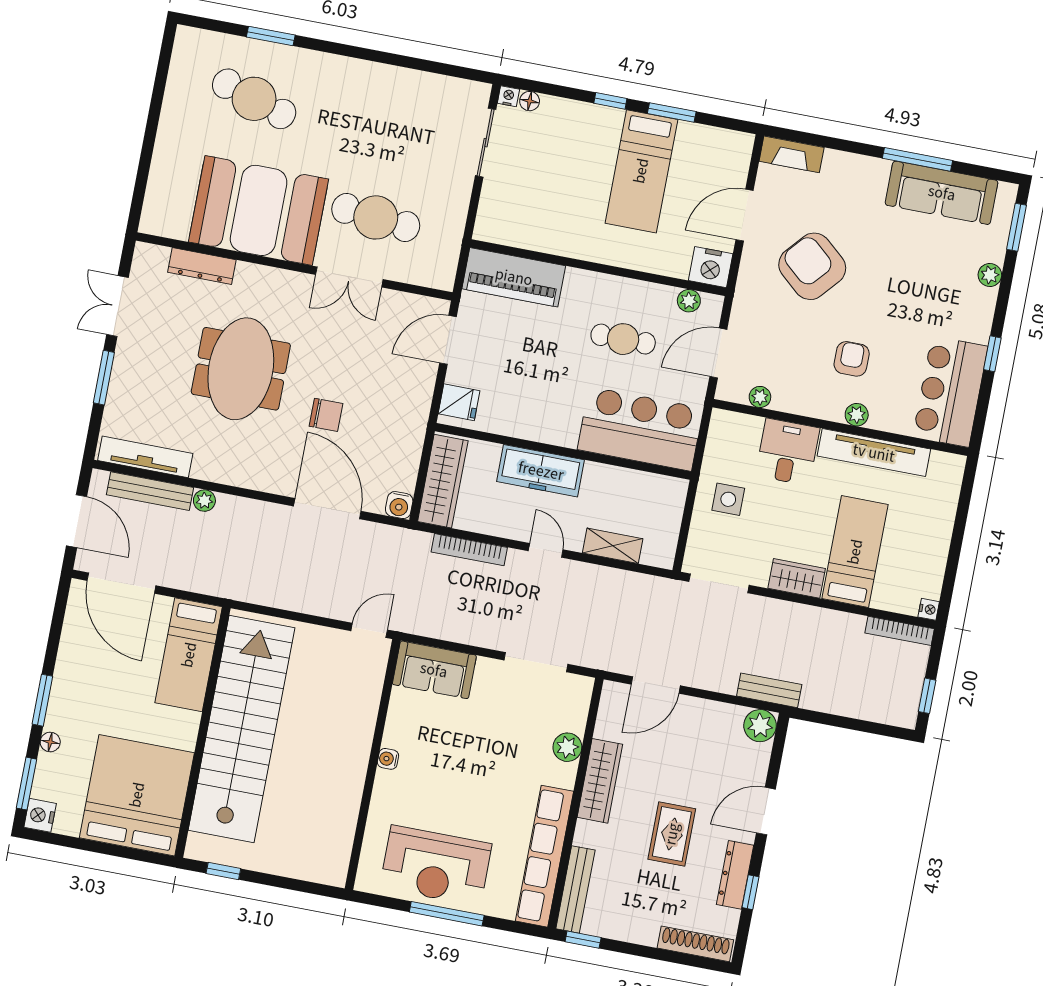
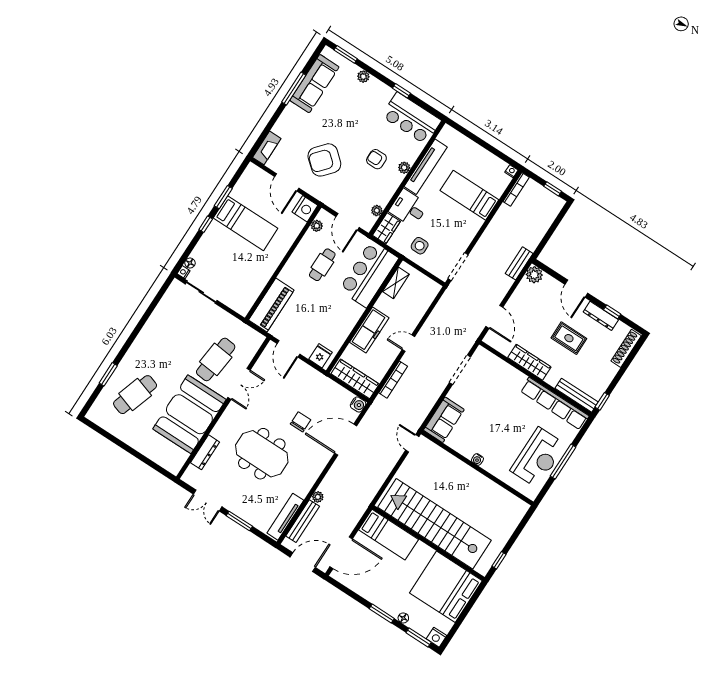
shelving: (613, 546) -> (396, 283), moved
wardrobe: (797, 578) -> (386, 228), moved, turned 180
plant: (567, 747) -> (507, 371), removed

